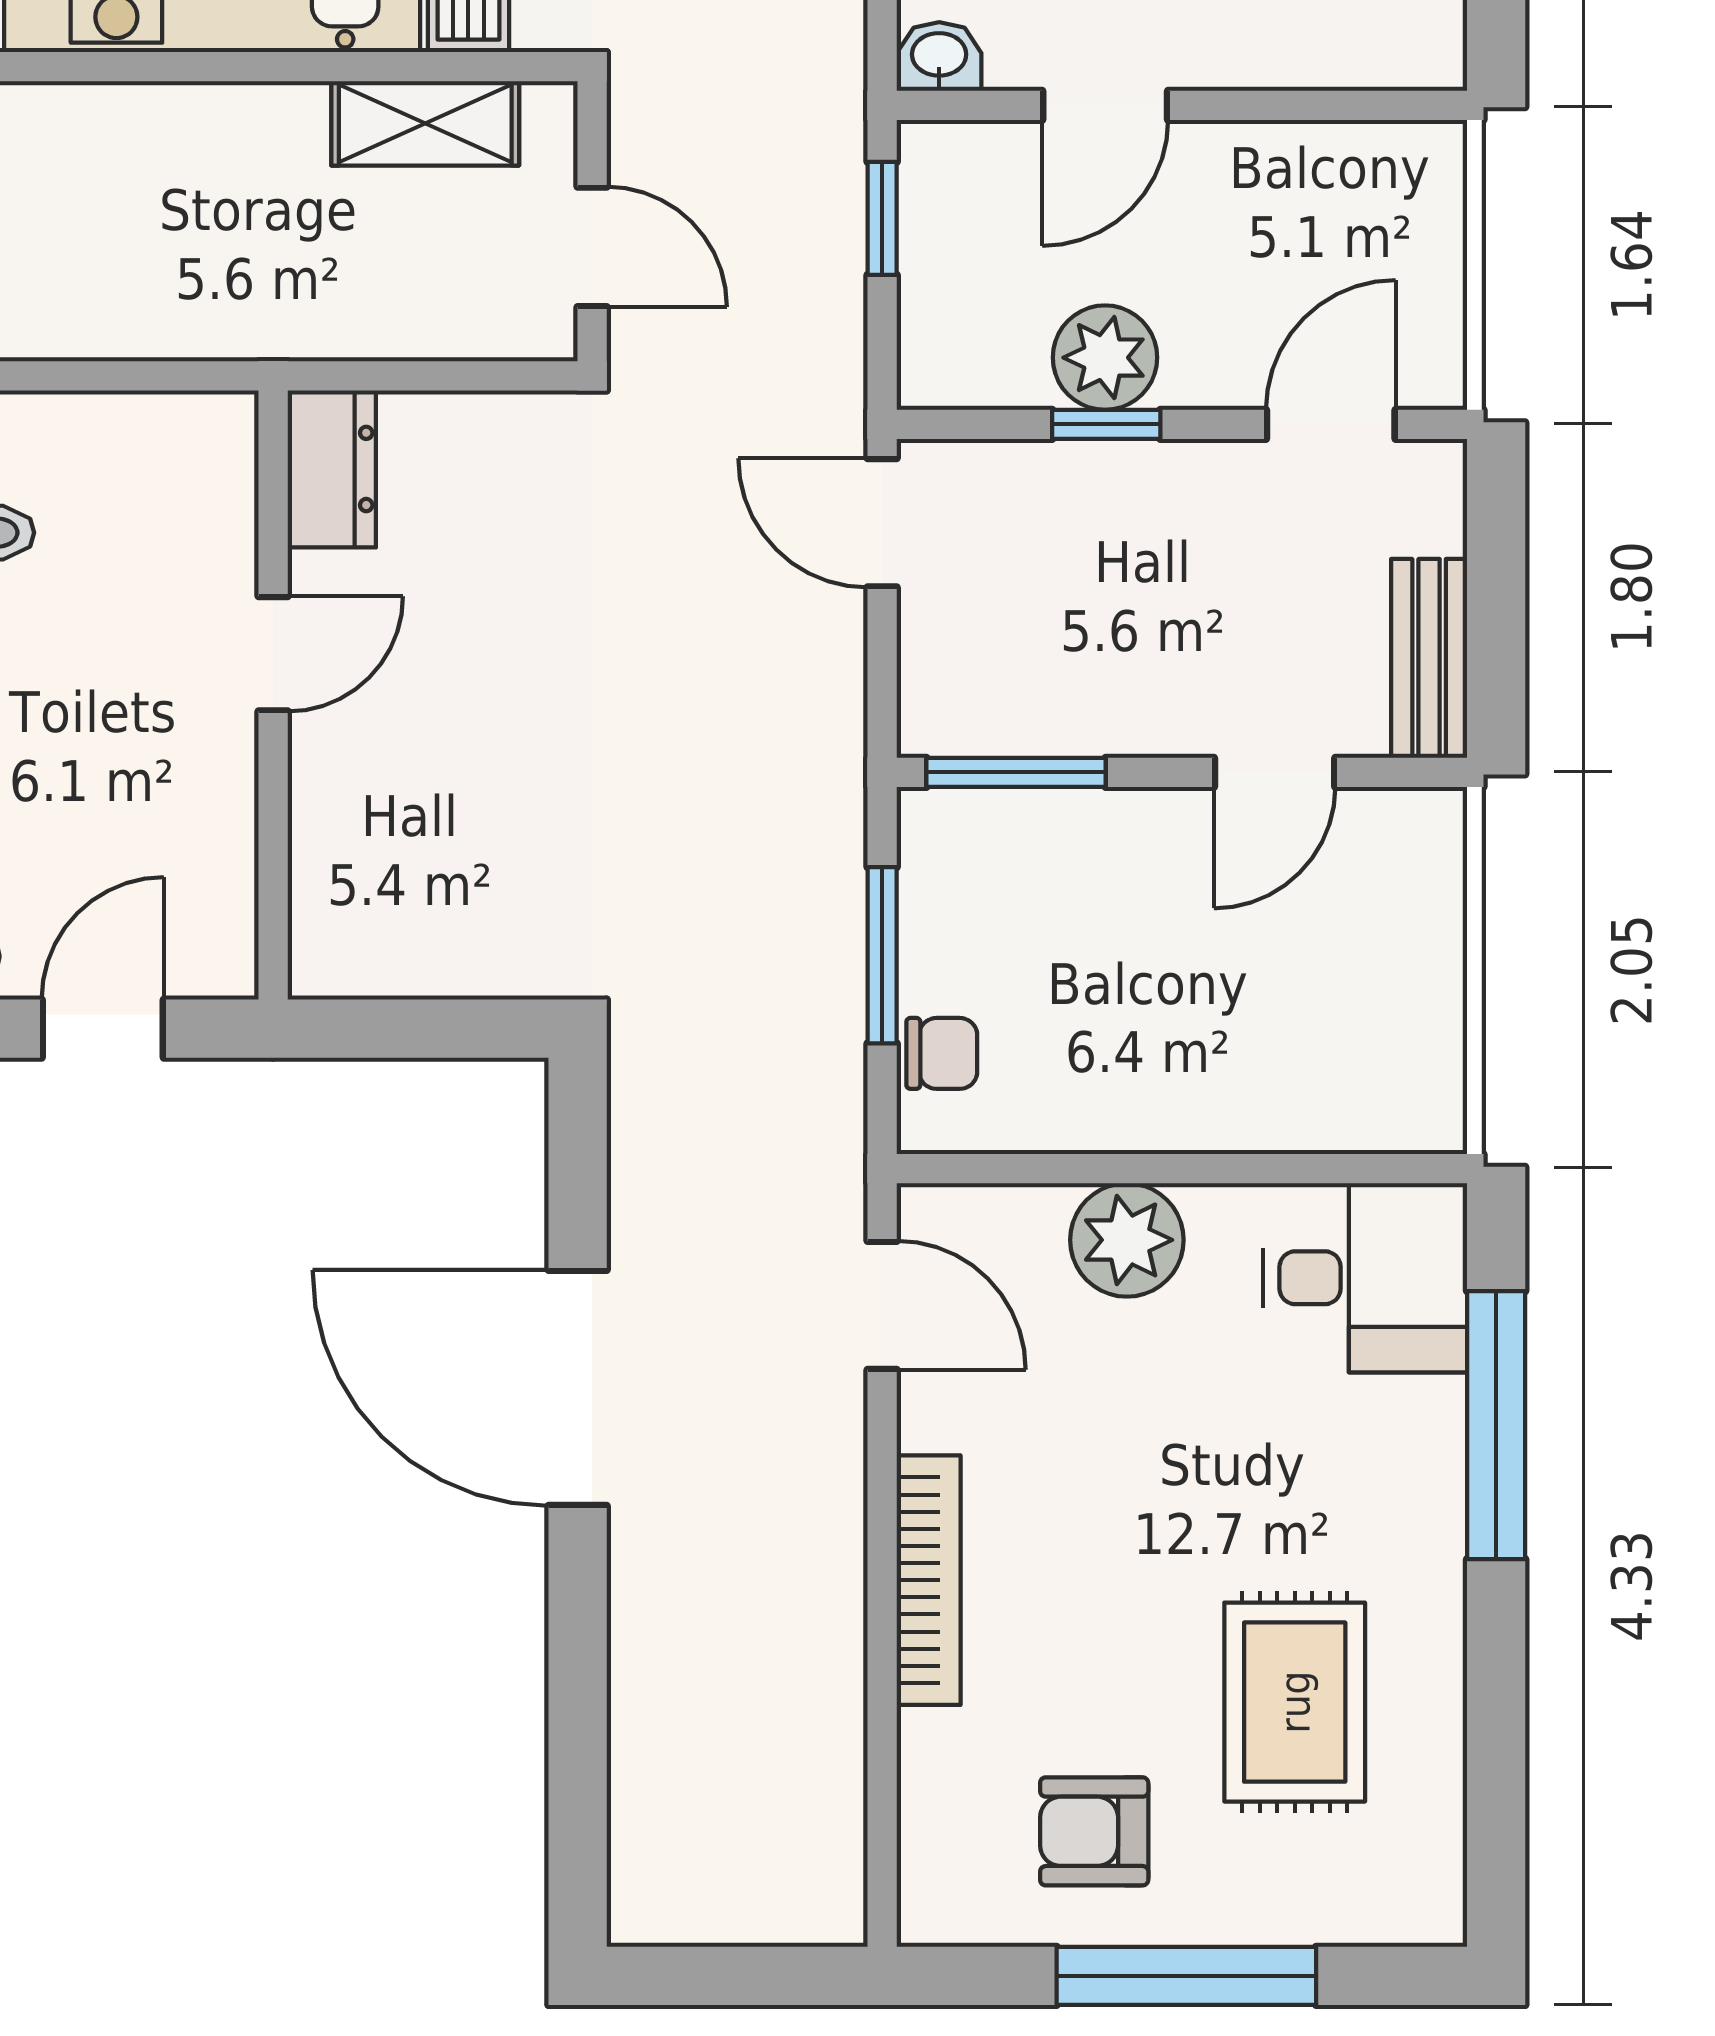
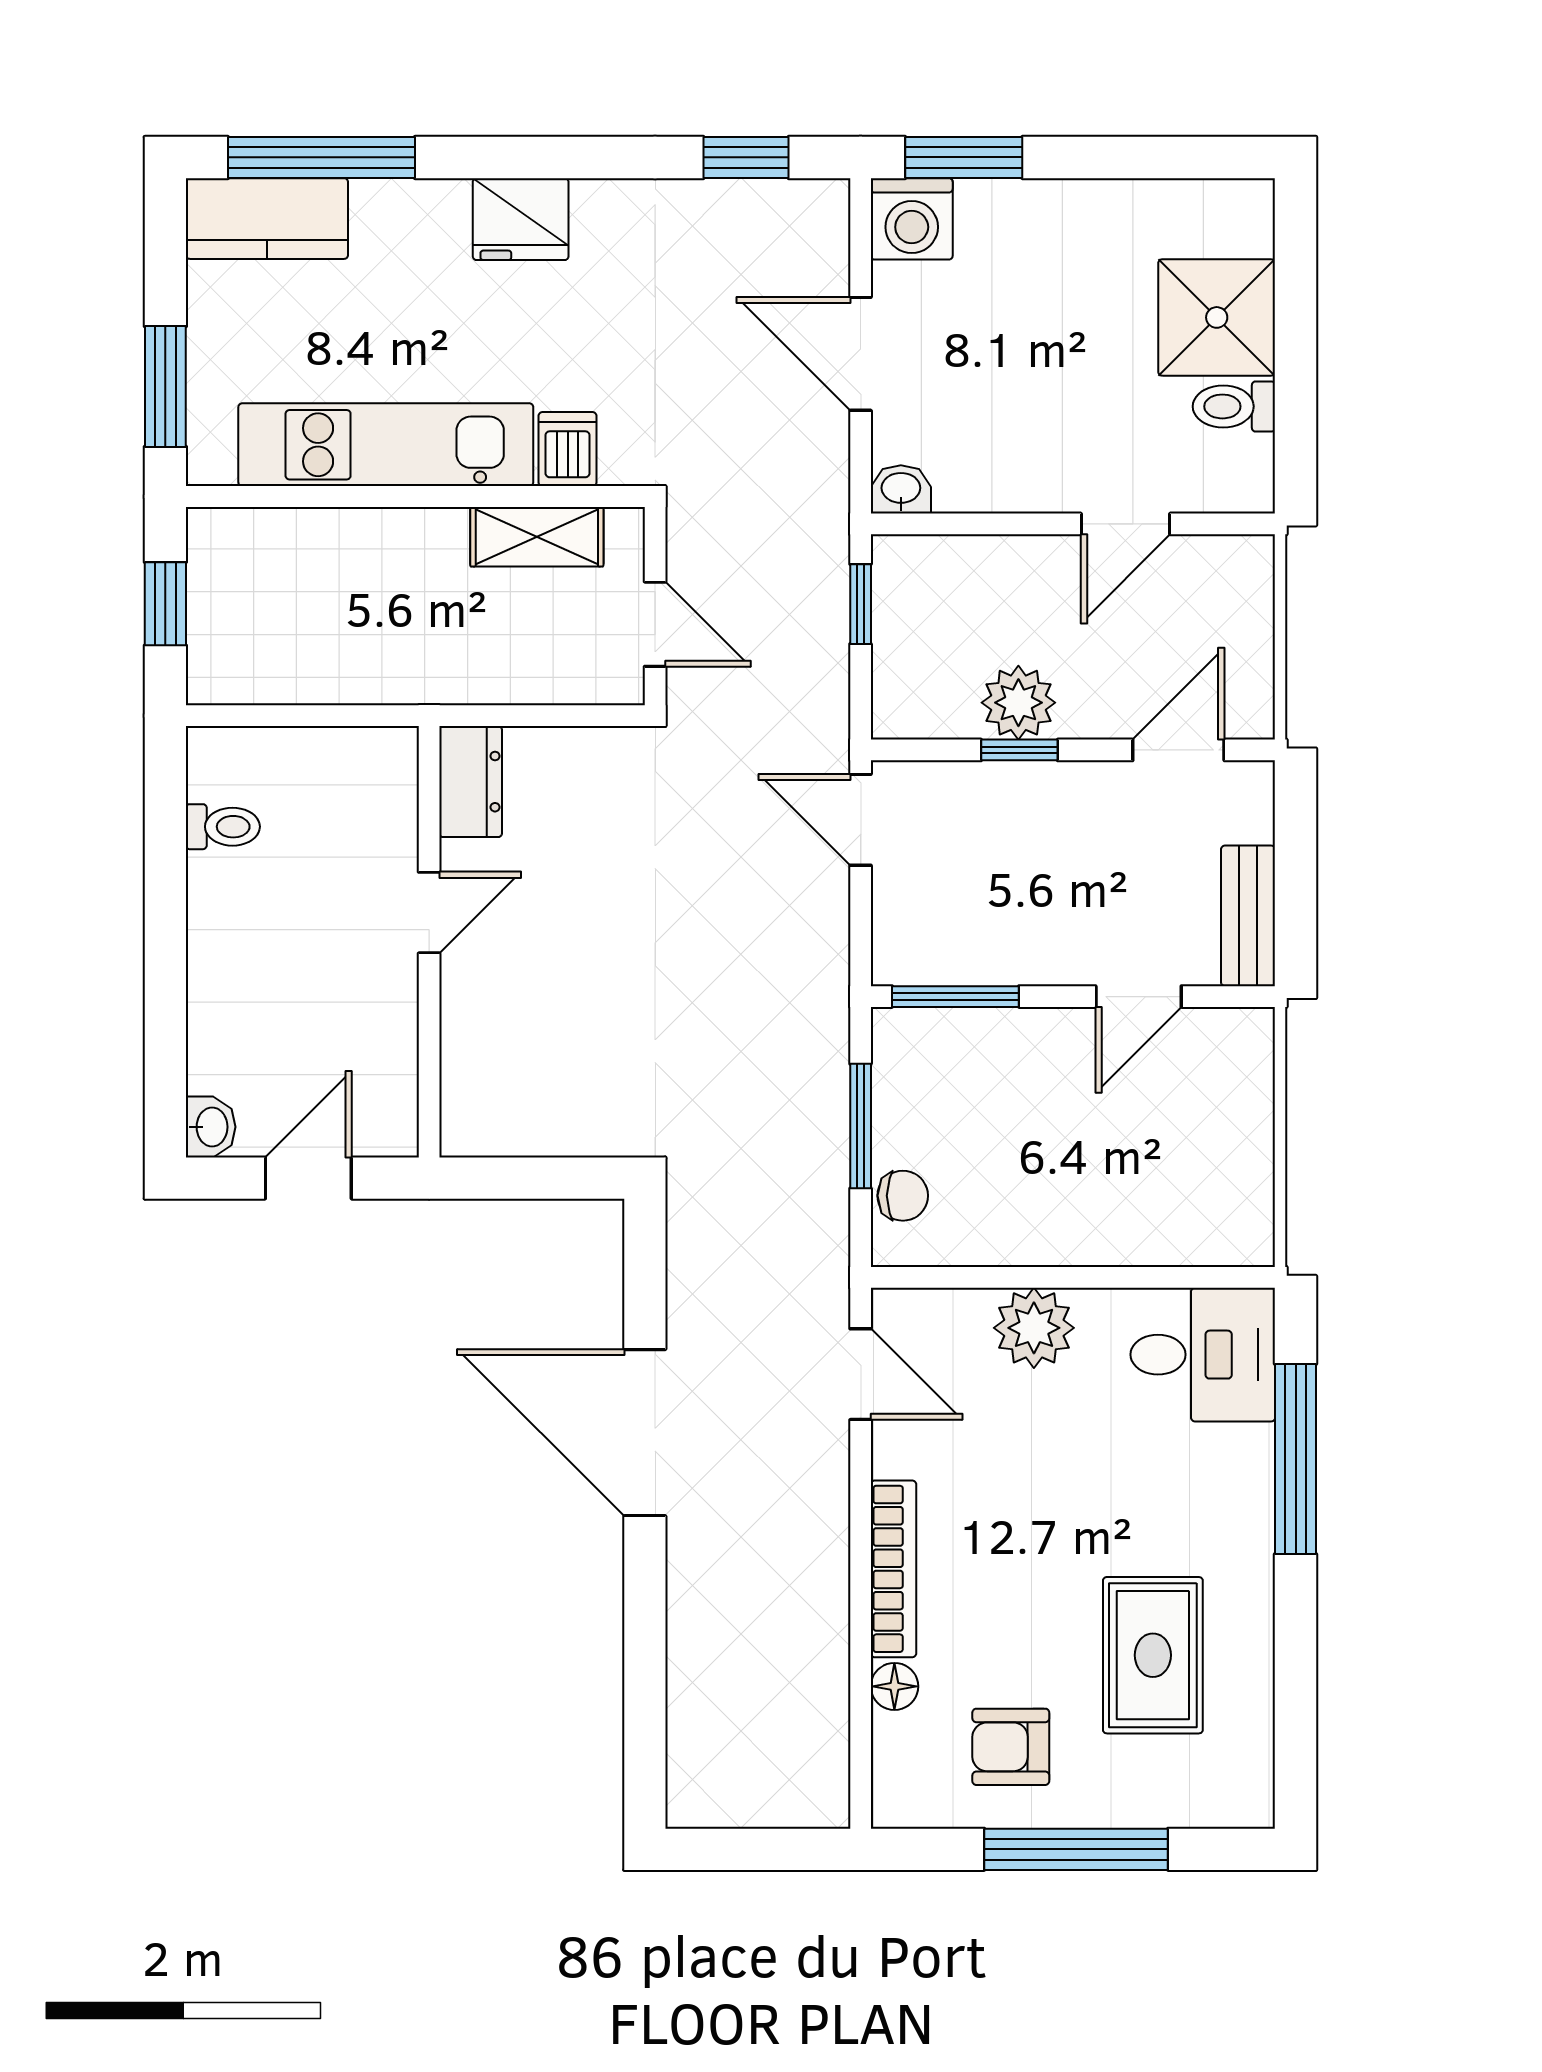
door: (1105, 105) -> (1126, 524), moved
floor lamp: (930, 1746) -> (894, 1686), added

